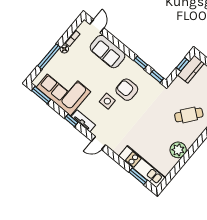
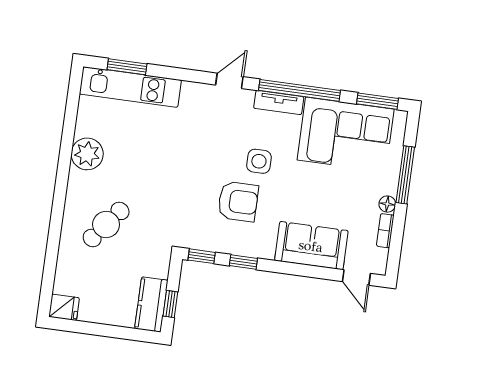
window: (71, 120) -> (300, 90), width x3.17

